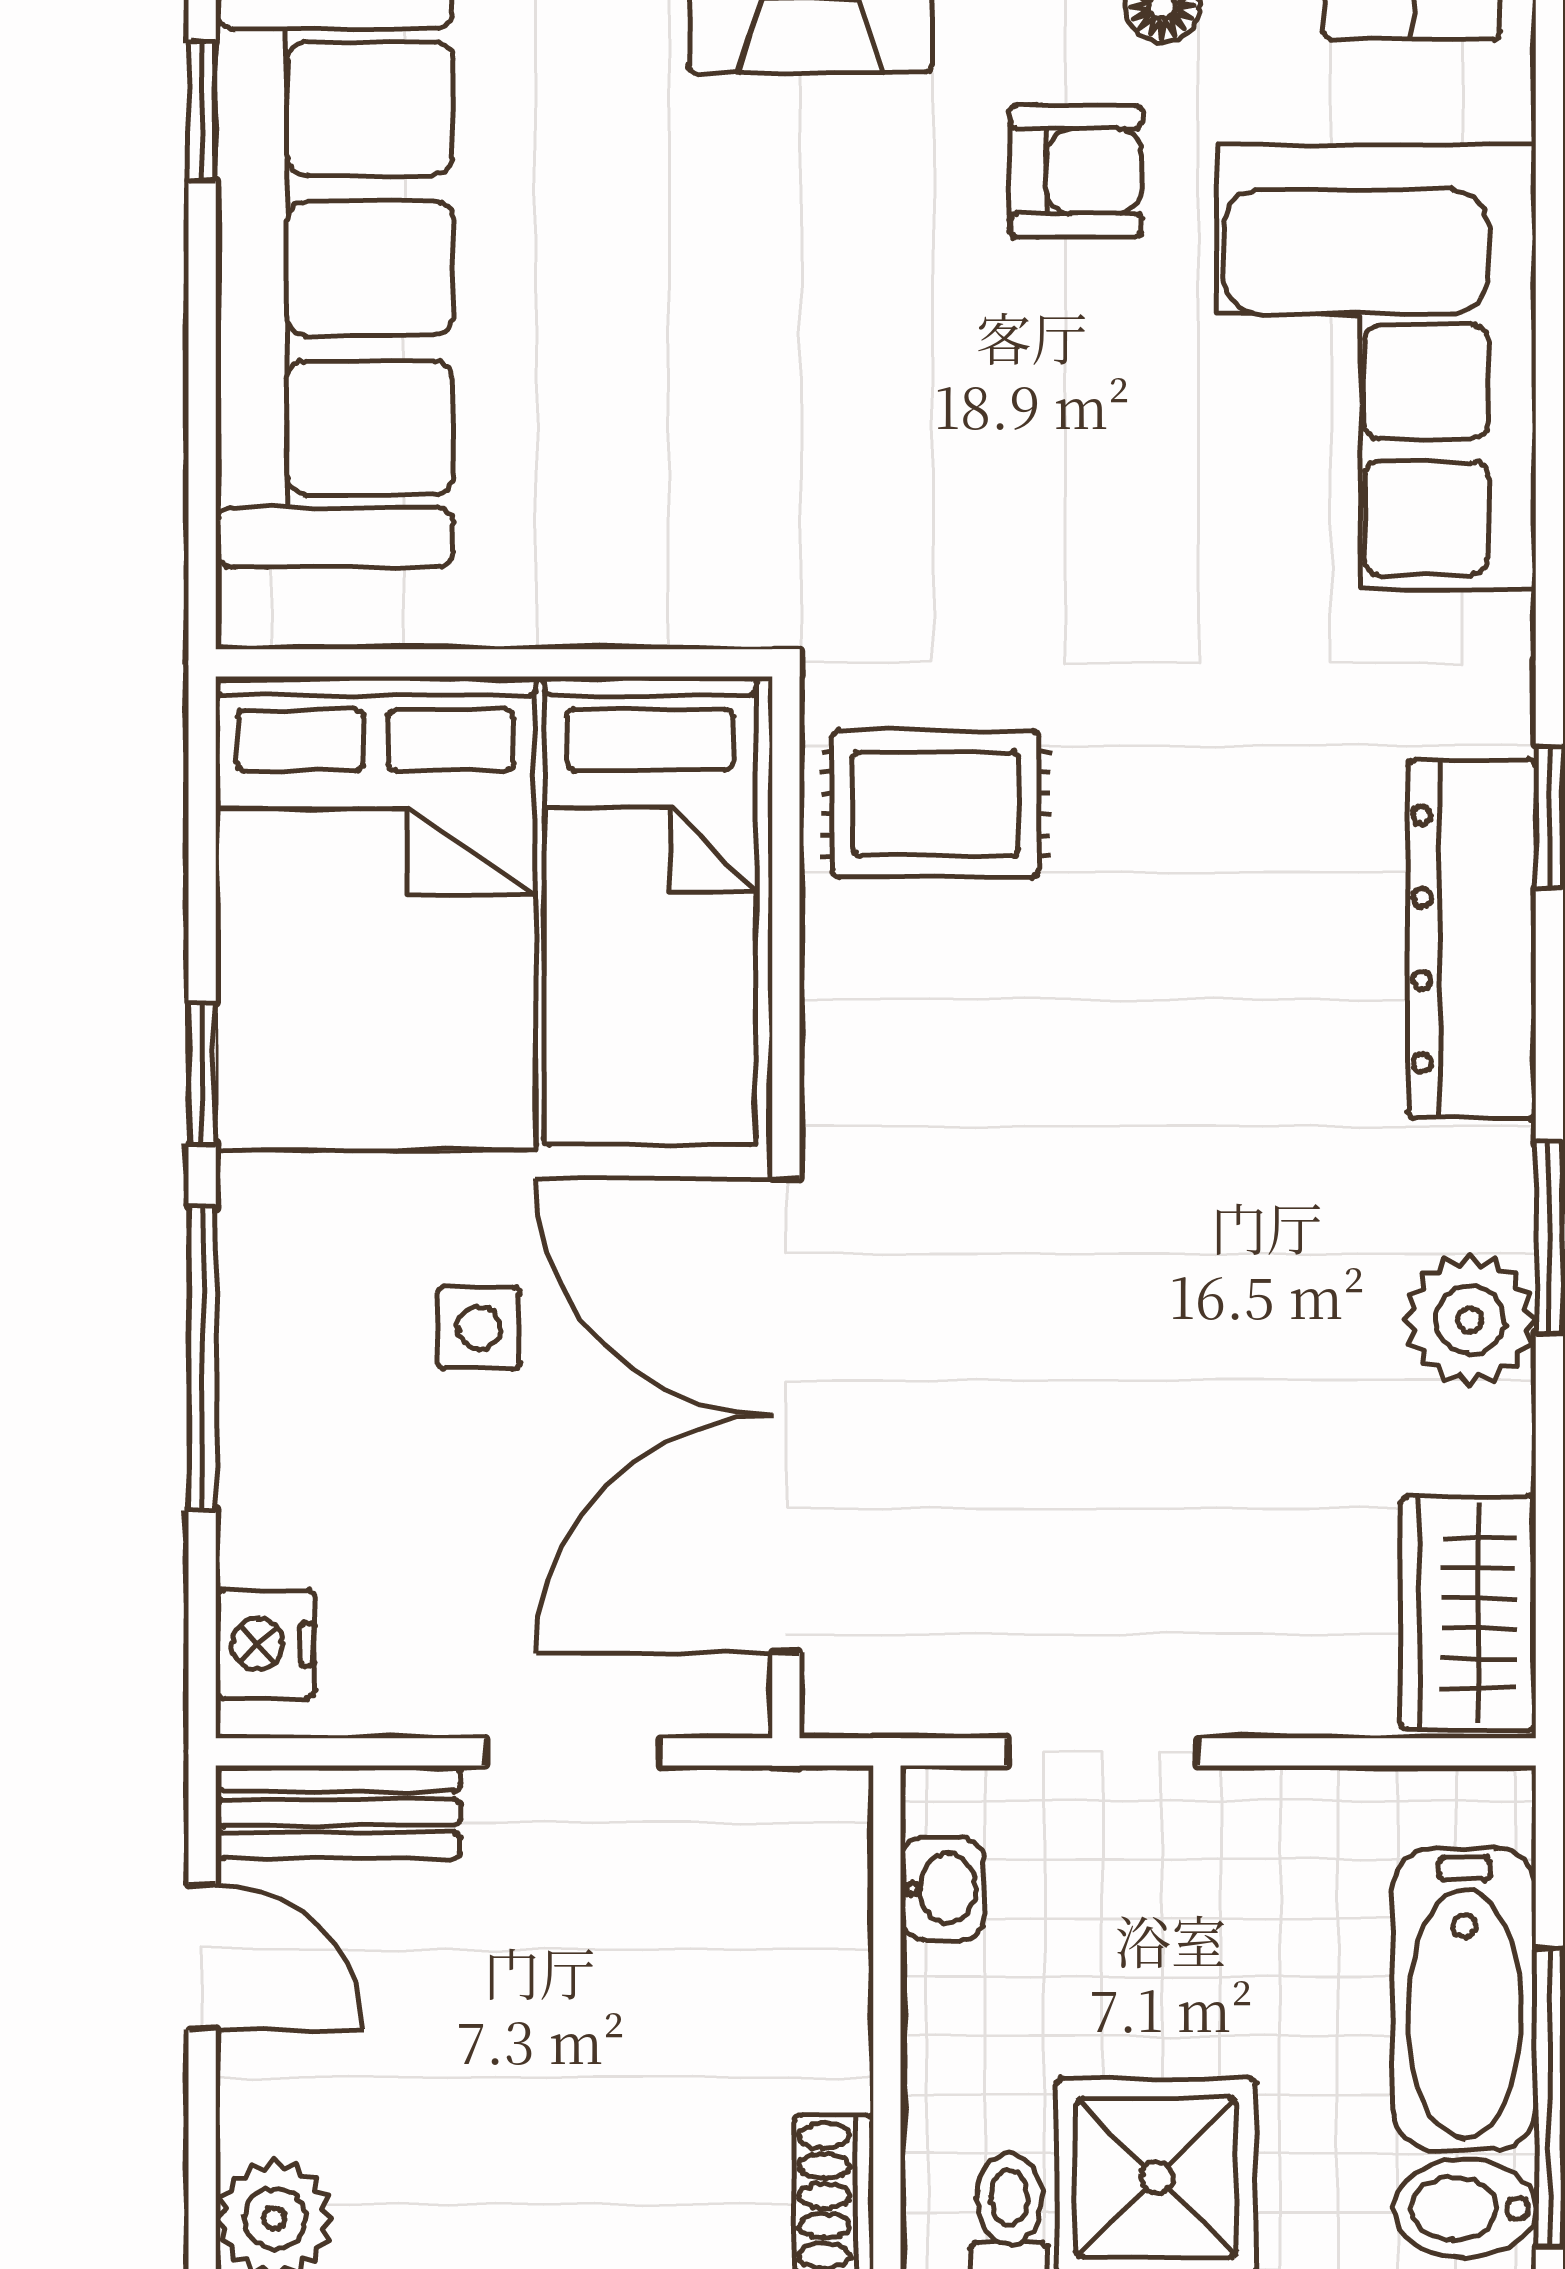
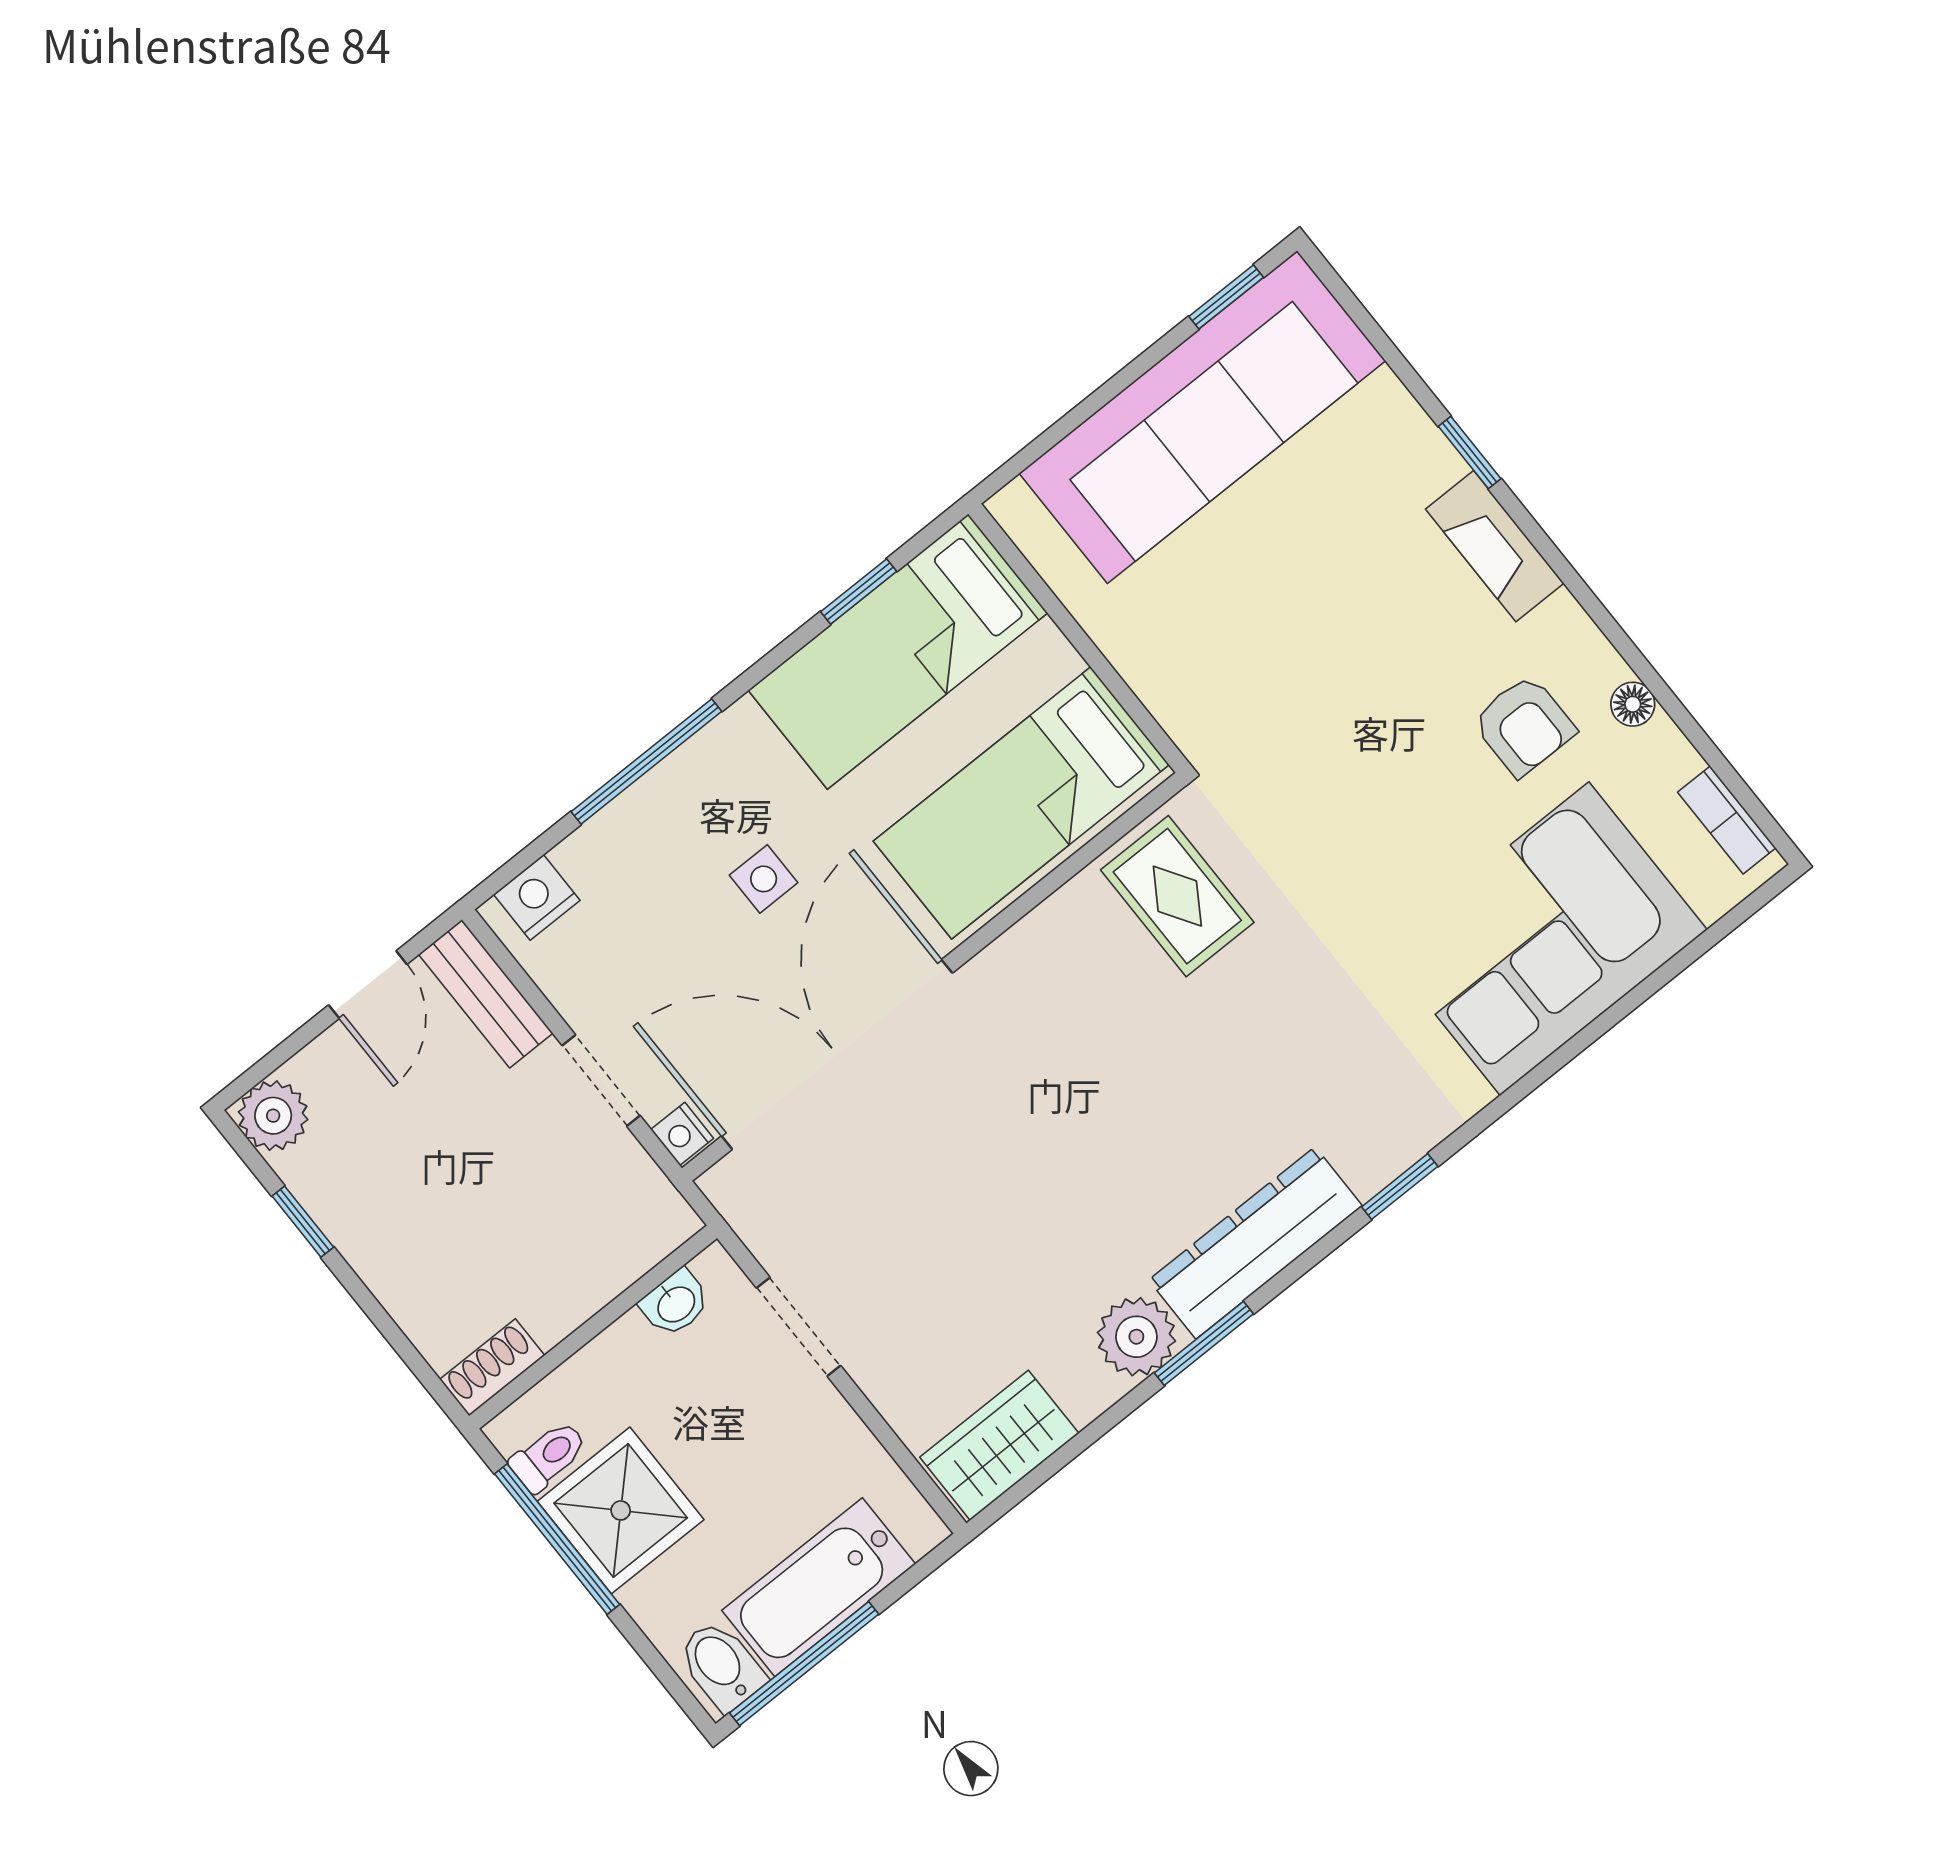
bed: (375, 913) -> (898, 652), width x0.67
dresser: (1472, 939) -> (1255, 1243), moved
window: (202, 1074) -> (859, 591), moved
nightstand: (728, 1702) -> (682, 1134), added

